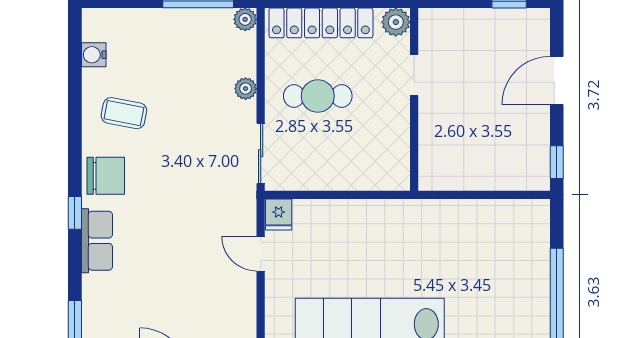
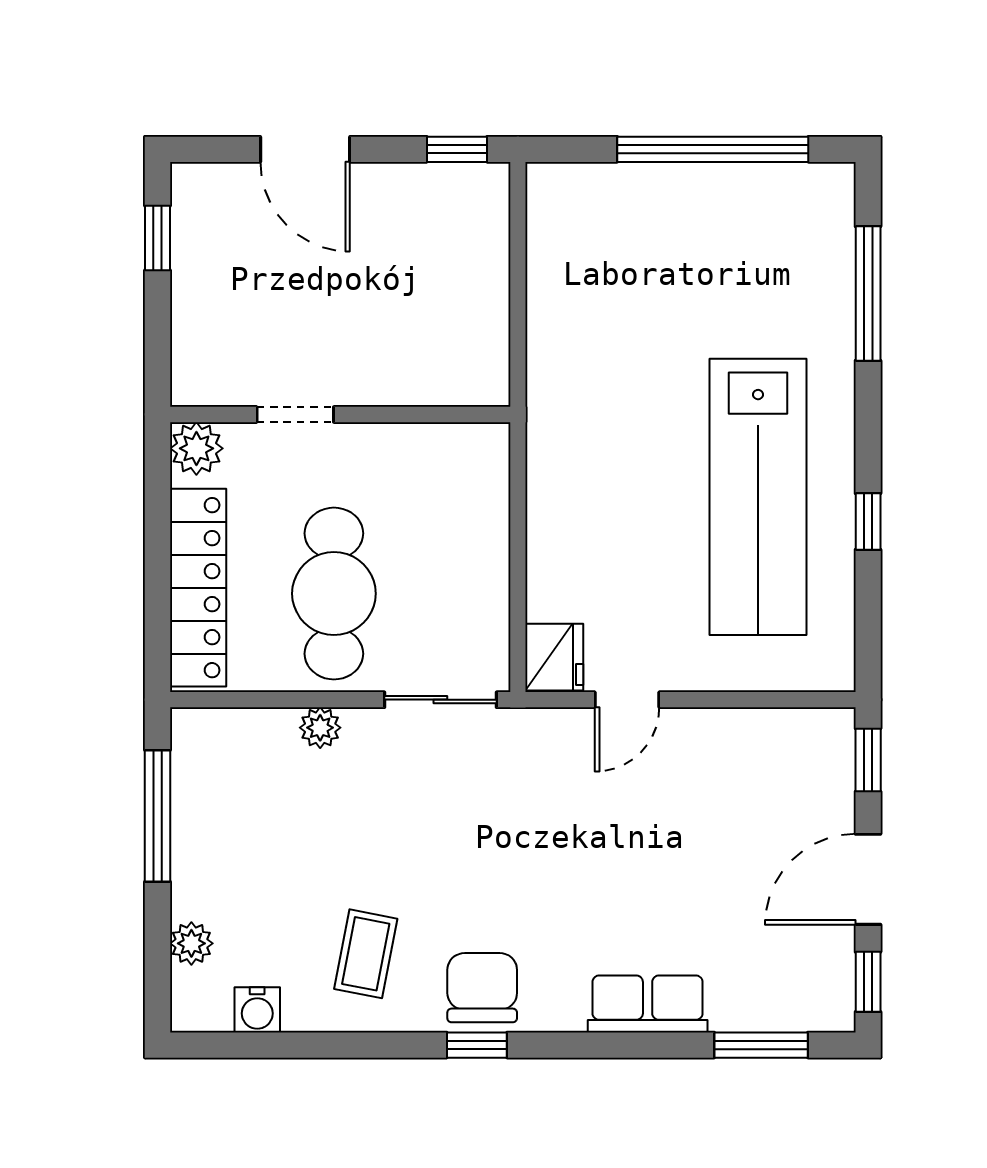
plant: (245, 19) -> (191, 943), moved
cafe table: (318, 96) -> (334, 594), width x1.37, depth x1.35
window: (75, 213) -> (477, 1045), moved
fridge: (279, 215) -> (554, 657), width x1.38
row of seats: (97, 241) -> (648, 1004), moved

